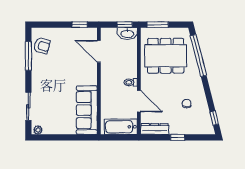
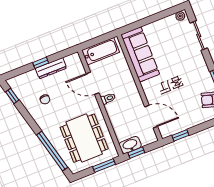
dining table: (166, 56) -> (84, 138), turned 90
dresser: (155, 129) -> (51, 68), moved

